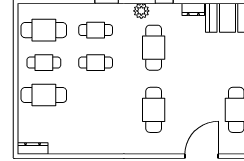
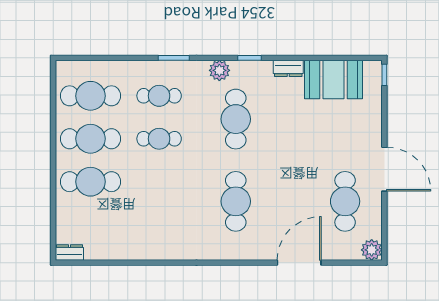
cafe table: (44, 63) -> (91, 139), width x1.37, depth x1.35
dresser: (33, 148) -> (69, 252), width x0.70

